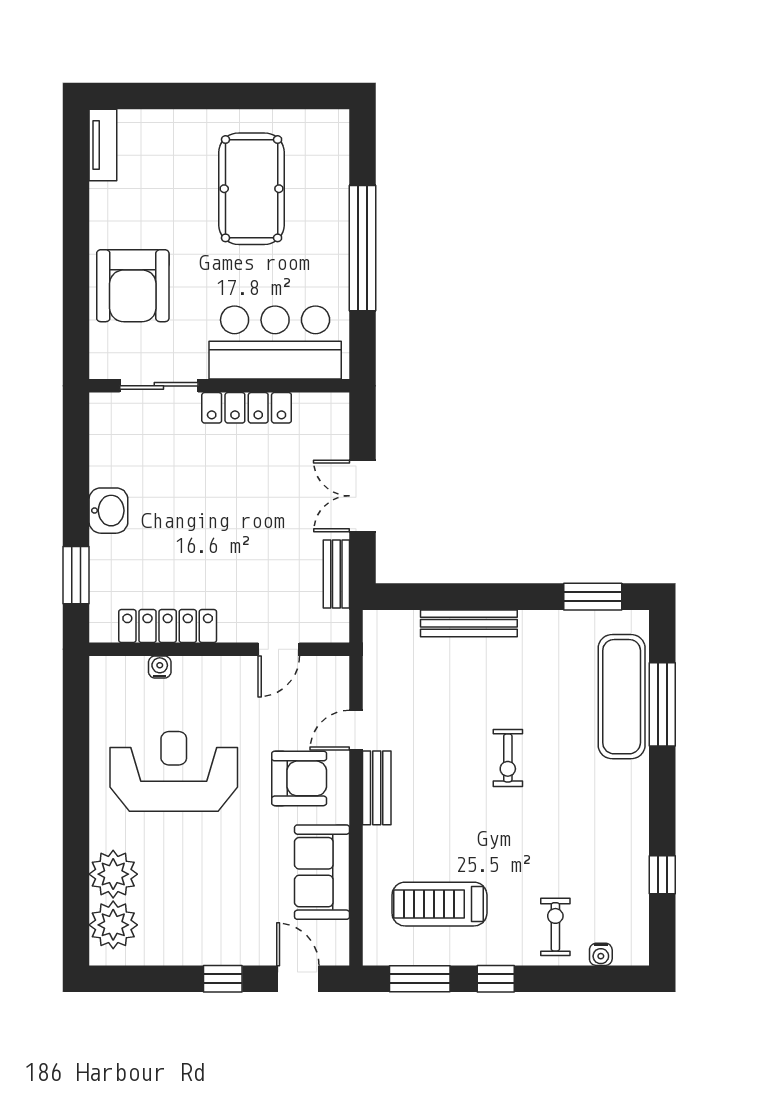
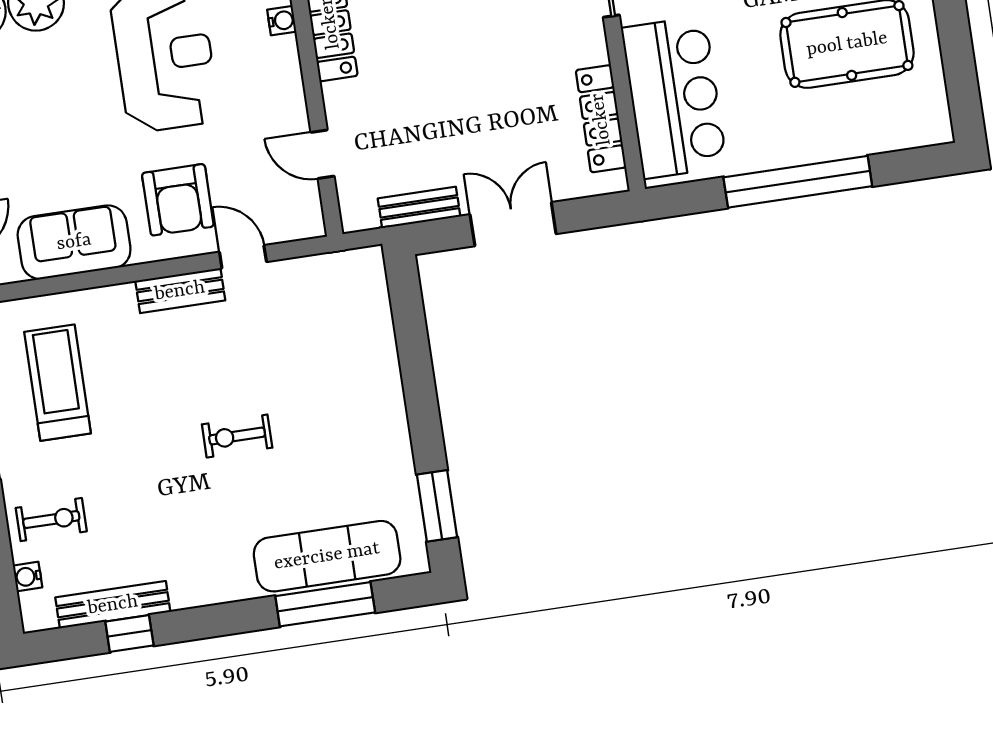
locker: (247, 408) -> (601, 119), moved
bench: (469, 623) -> (113, 605), moved, turned 90

